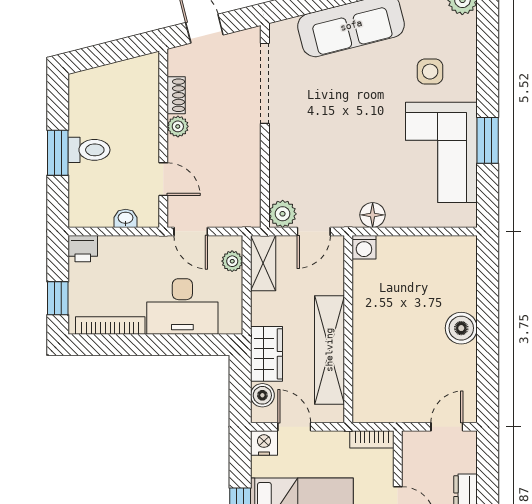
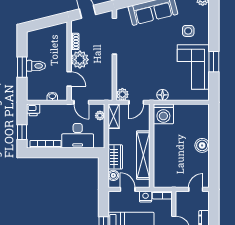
plant: (178, 126) -> (80, 60), width x1.87, depth x1.87
washing machine: (364, 247) -> (163, 114), width x1.89, depth x1.89
nightstand: (264, 443) -> (146, 197), moved

